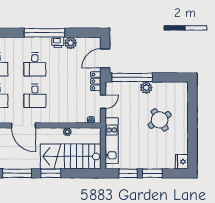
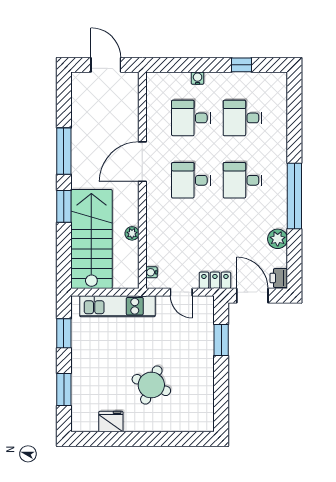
printer: (58, 42) -> (279, 278), moved
window: (132, 77) -> (221, 340), width x0.47
plant: (146, 88) -> (204, 363), removed
round table: (160, 120) -> (151, 385), turned -35
fridge: (182, 162) -> (111, 422), moved
window: (152, 173) -> (64, 390), moved

